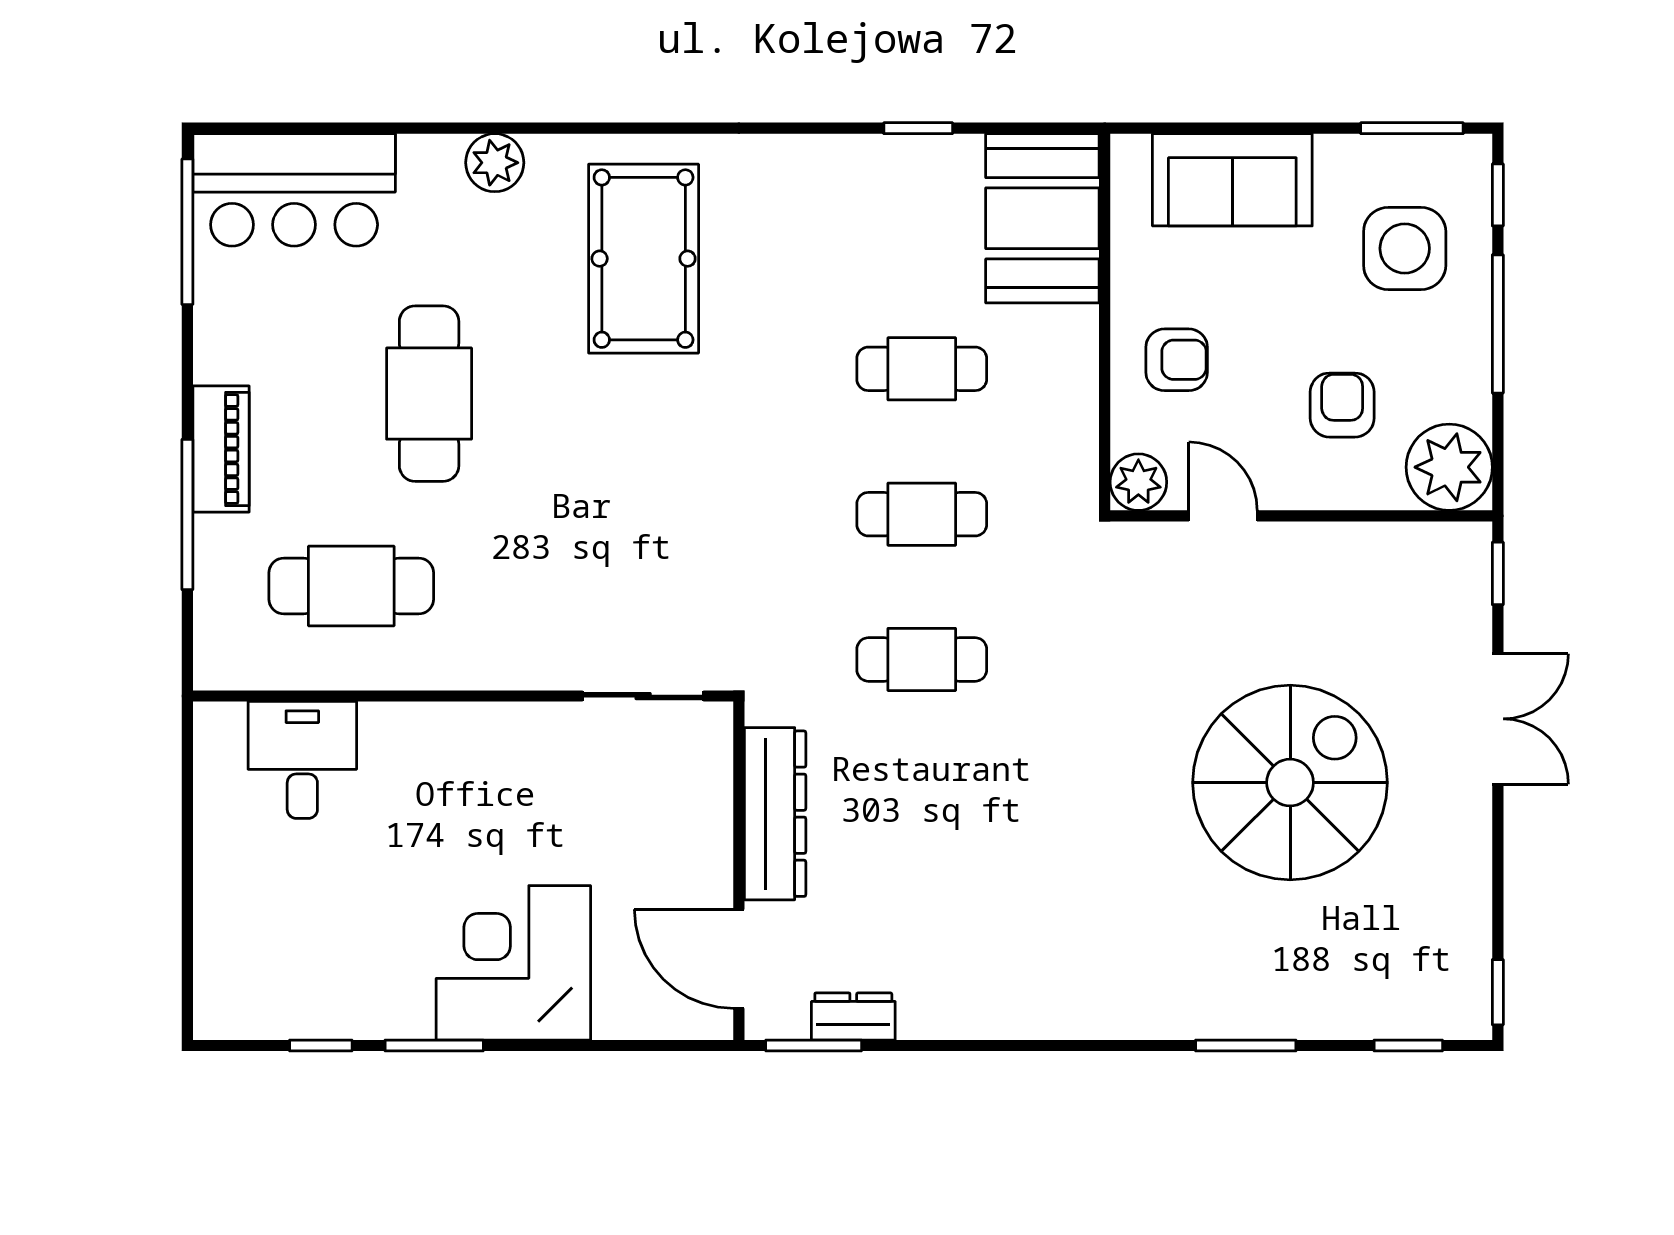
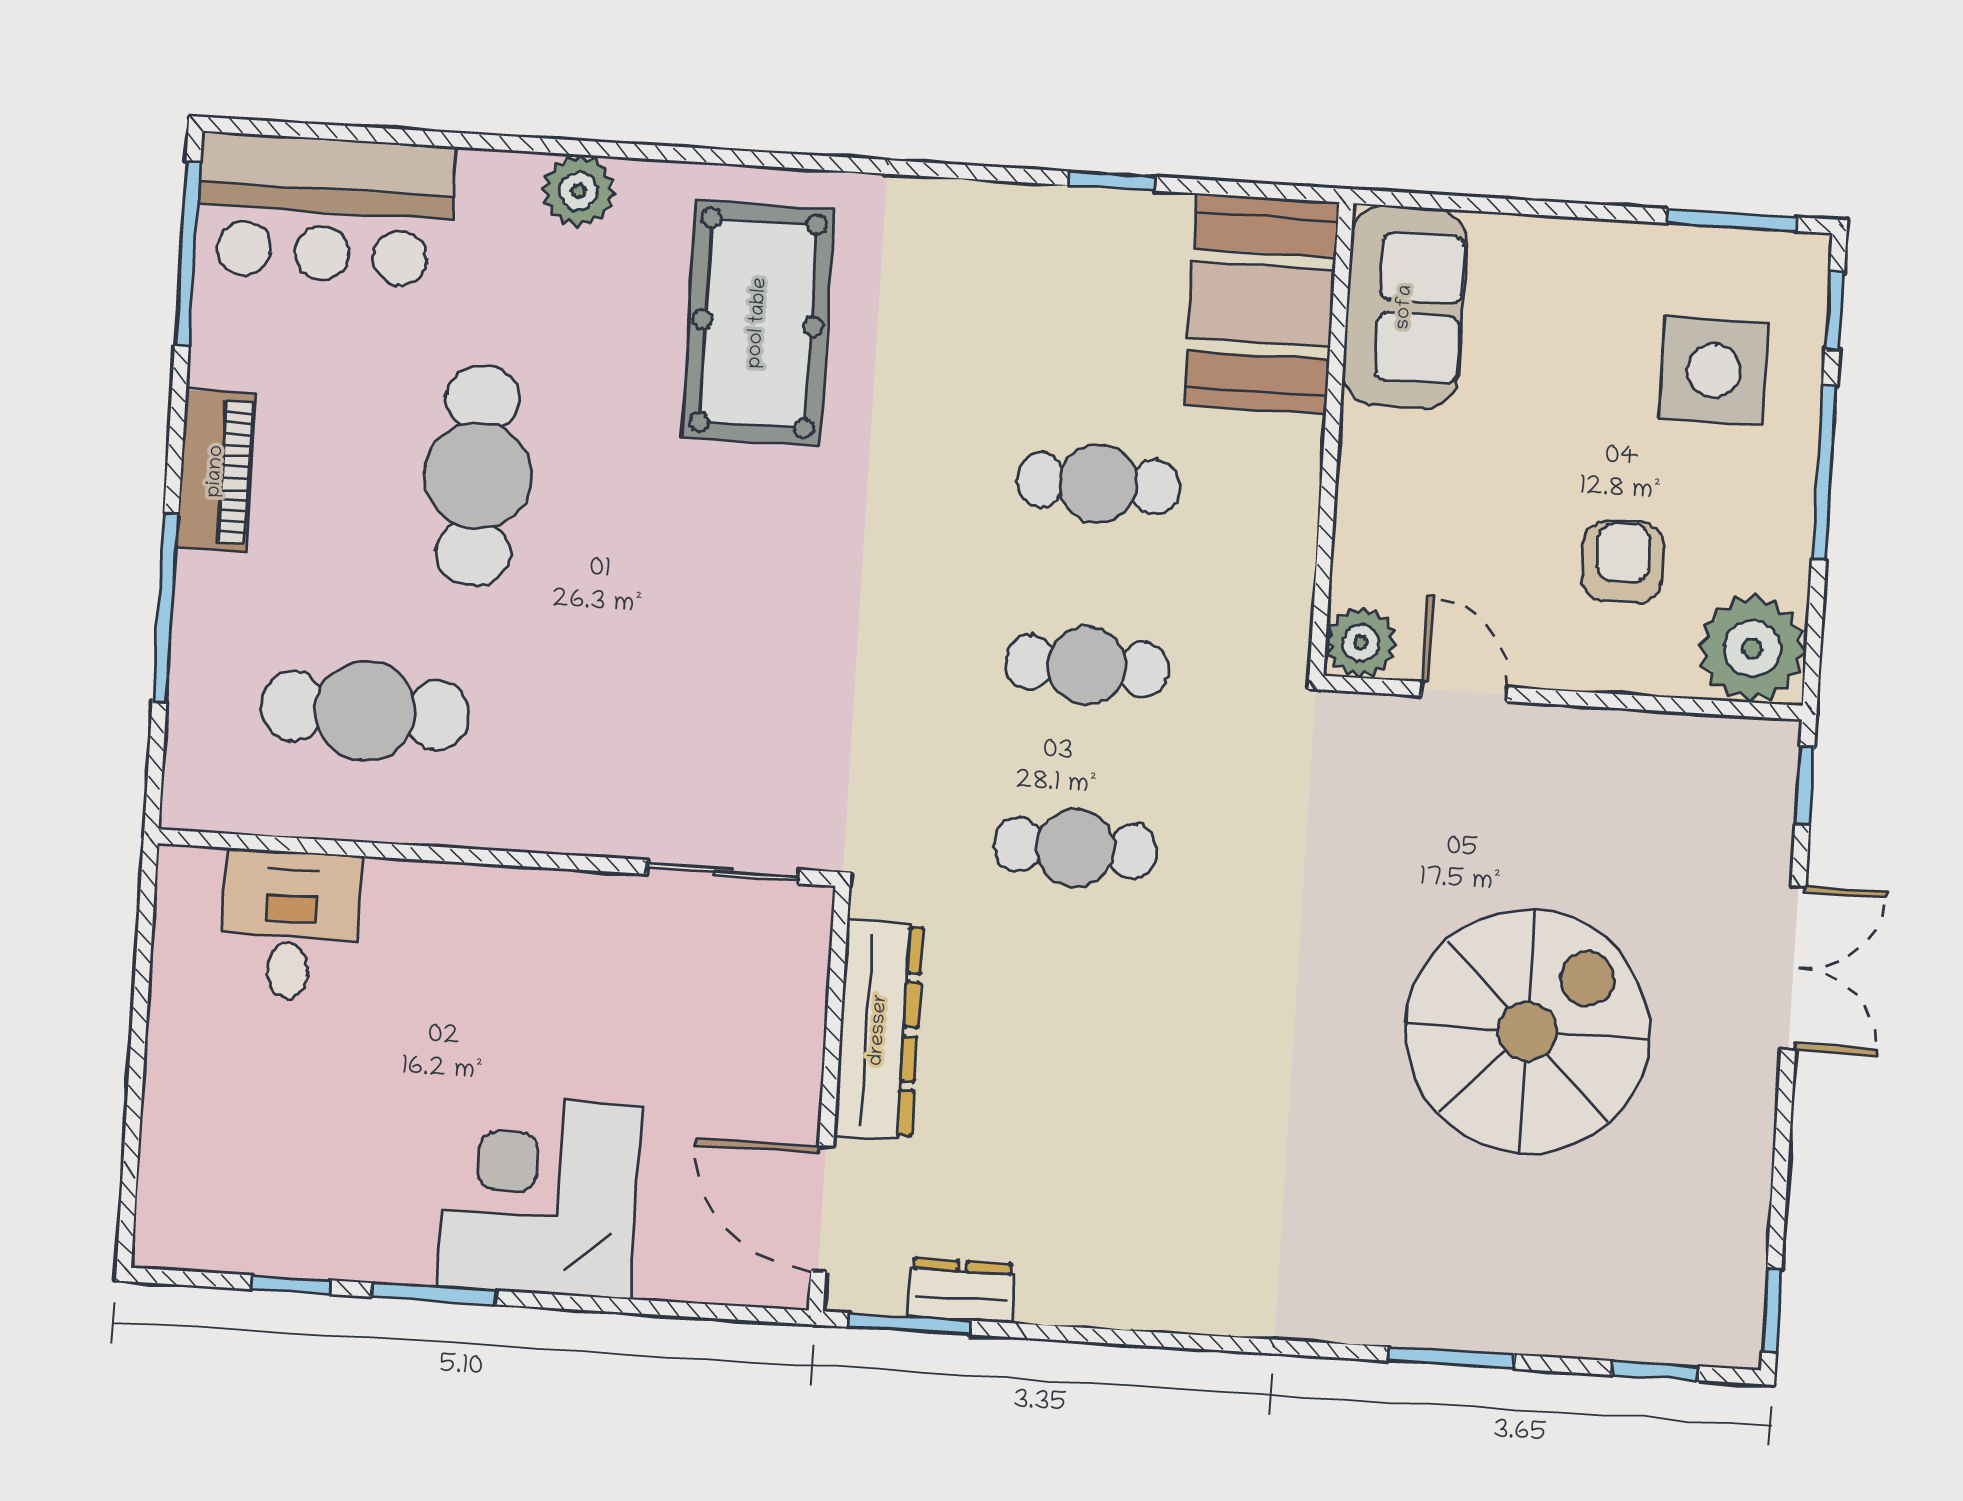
sofa: (1232, 180) -> (1405, 307), moved, turned -90
armchair: (1177, 360) -> (1419, 492), removed
piano: (221, 449) -> (216, 471), moved

